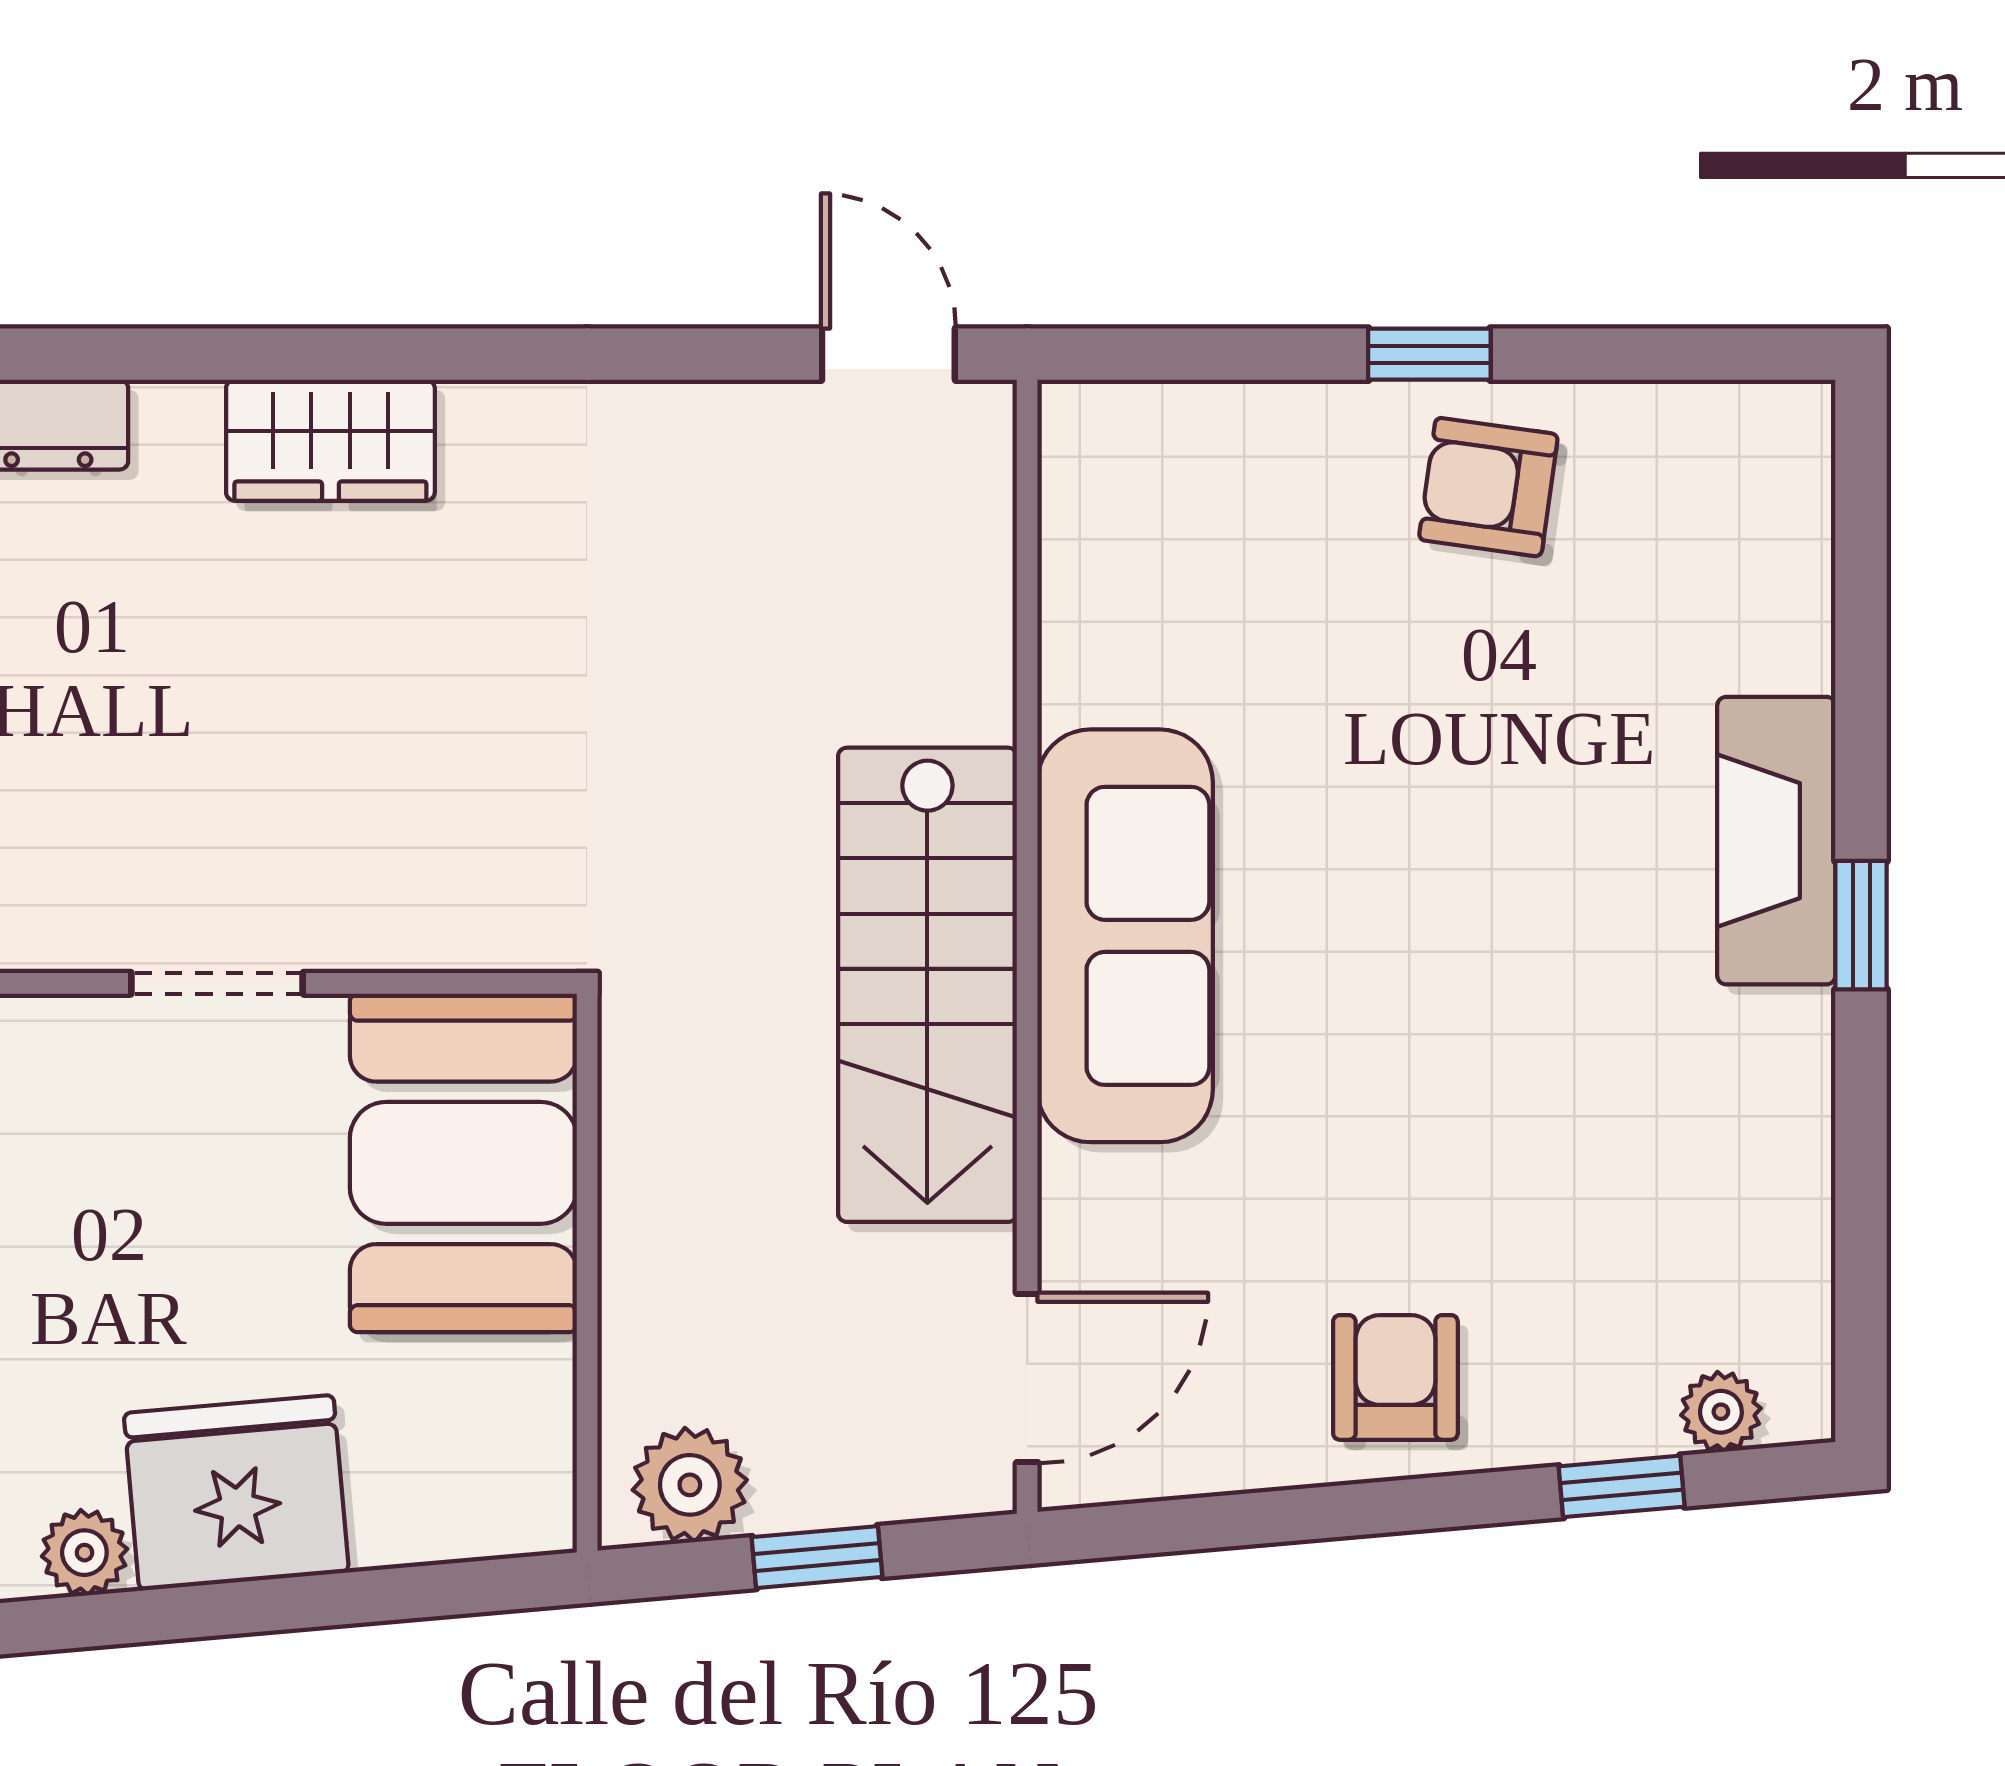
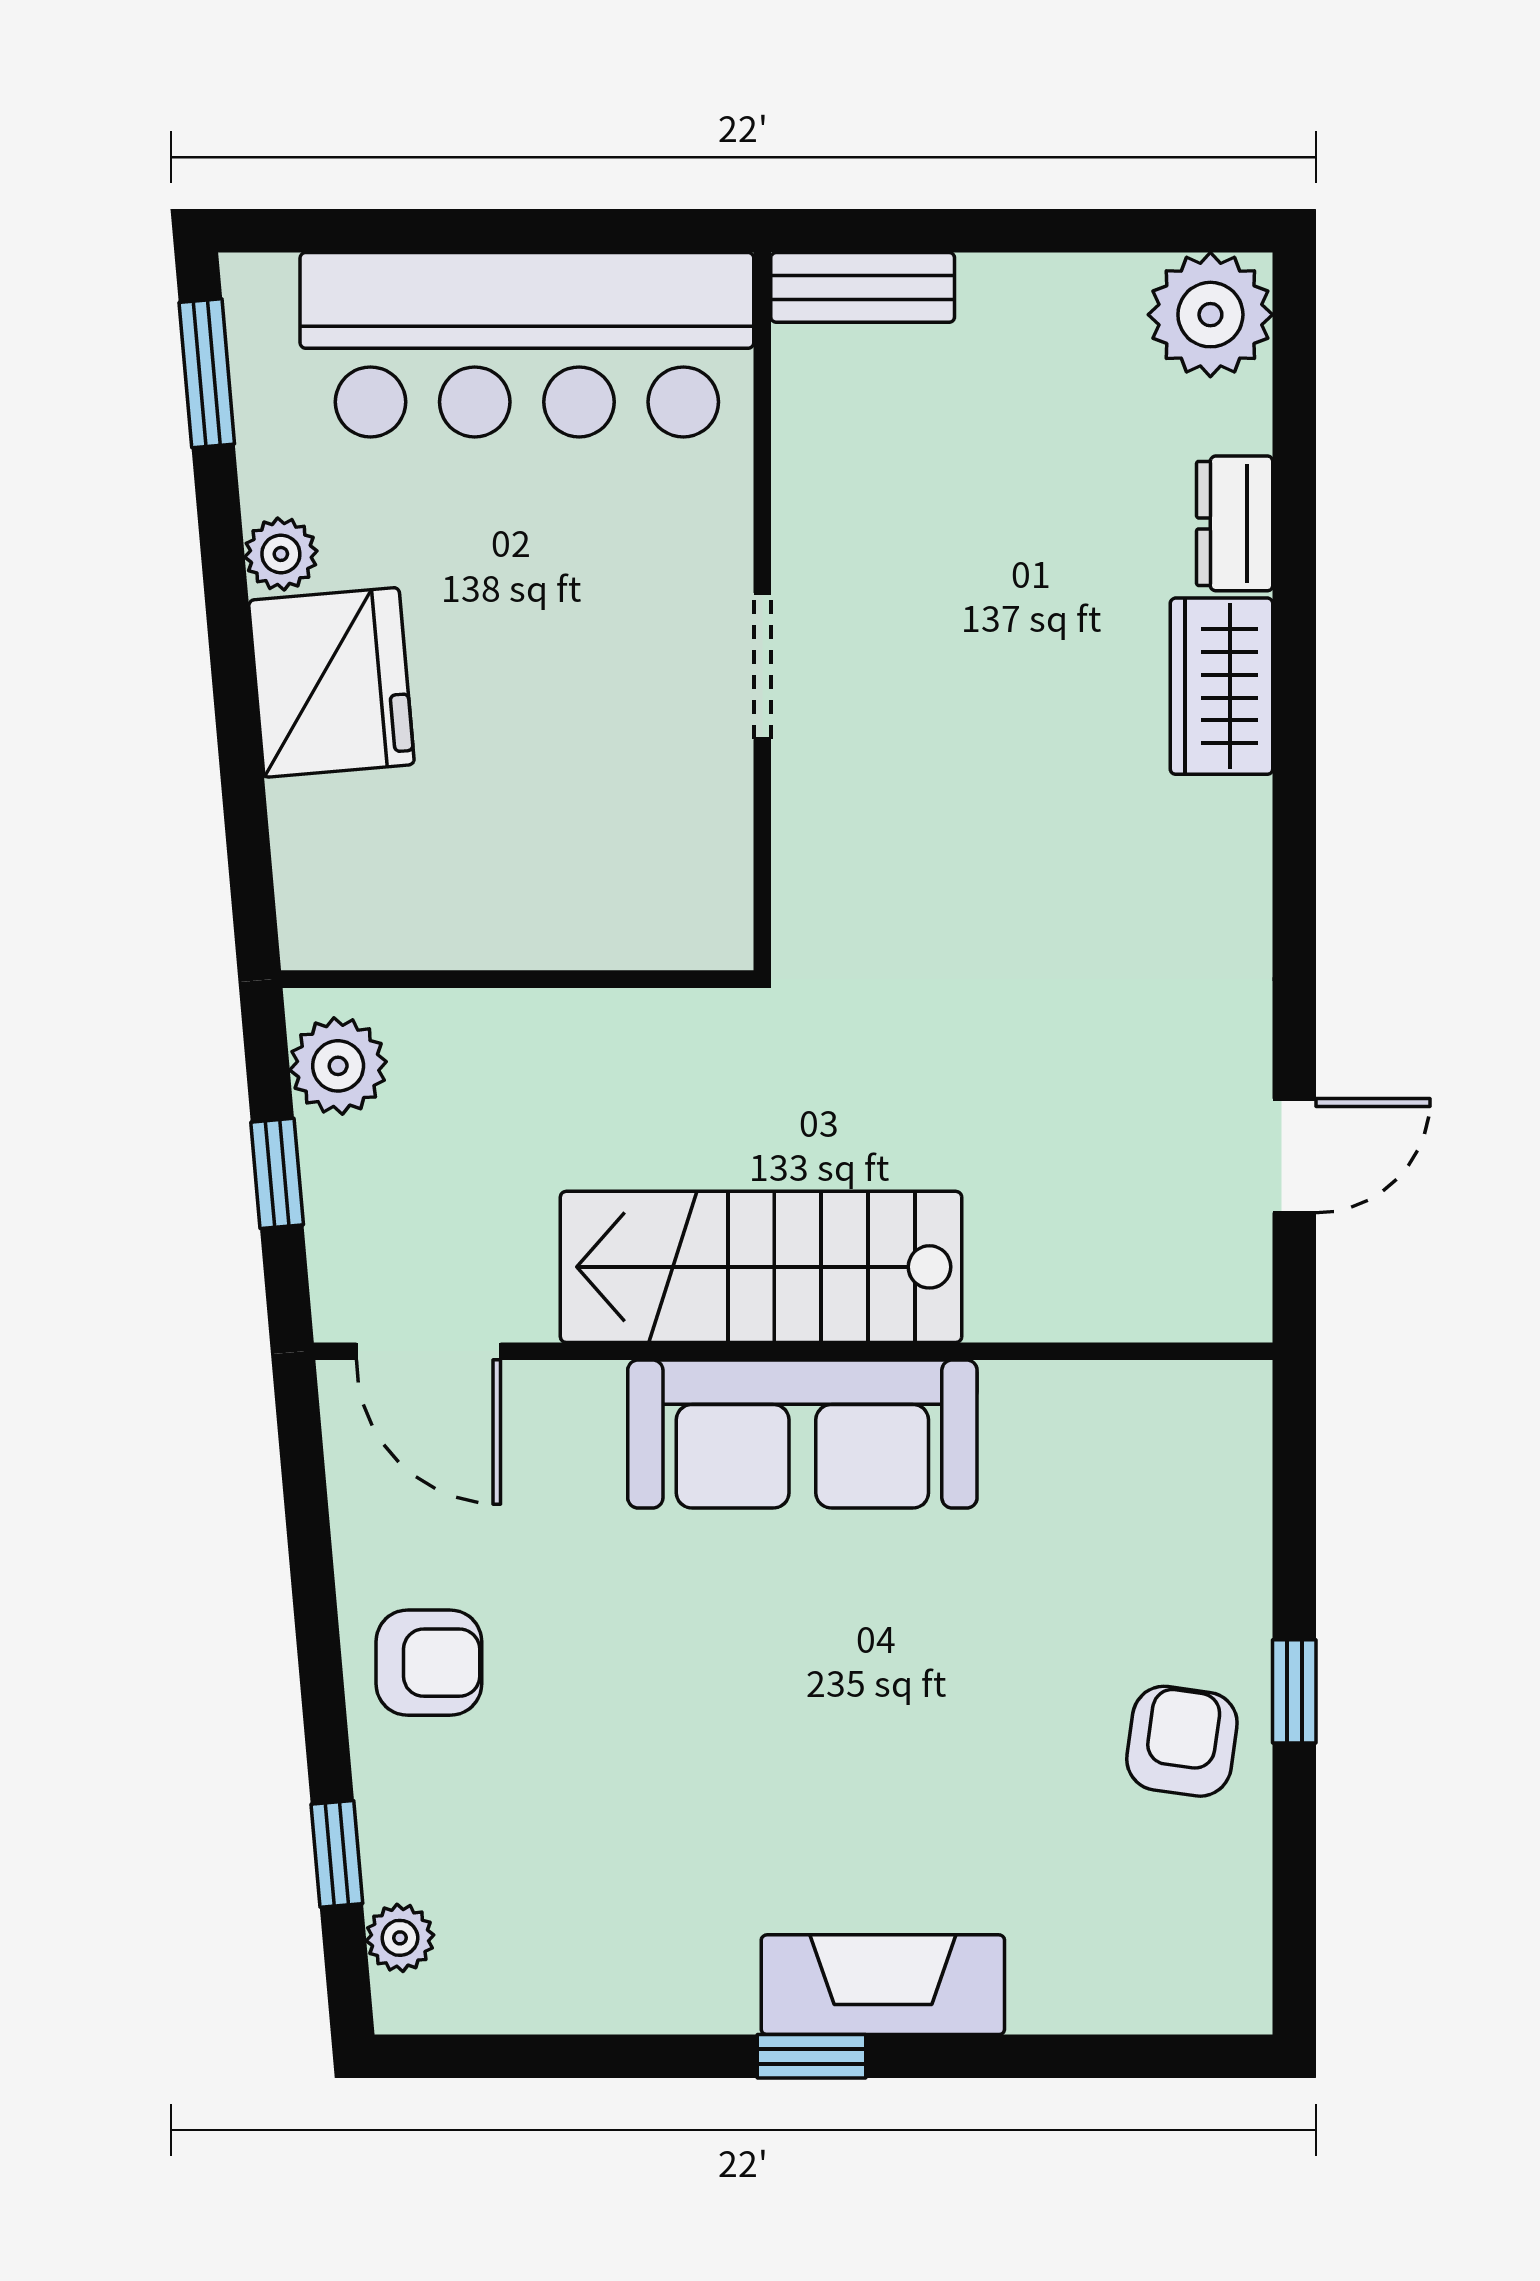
door: (888, 354) -> (1294, 1156), moved
wardrobe: (330, 440) -> (1222, 686), moved
booth: (463, 1163) -> (610, 874), removed

